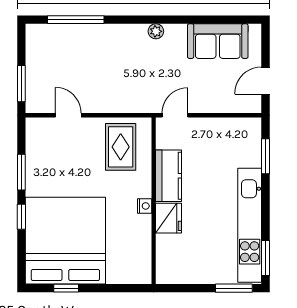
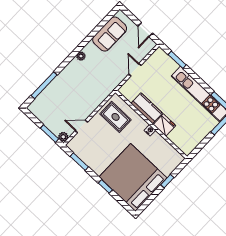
plant: (34, 105) -> (63, 137), added
door: (175, 115) -> (135, 70), moved
window: (21, 172) -> (79, 162), moved
window: (66, 288) -> (167, 181), moved

